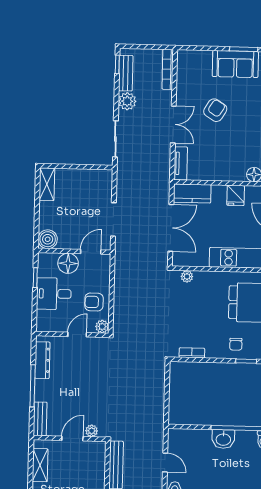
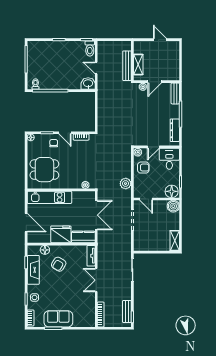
plant: (127, 101) -> (126, 184), moved
armchair: (215, 110) -> (59, 264), moved
fridge: (236, 195) -> (61, 234), width x1.88, depth x1.34
double door: (171, 228) -> (96, 215), swing flipped
door: (91, 252) -> (146, 199), hinge flipped
floor lamp: (68, 263) -> (172, 191), moved
desk: (54, 294) -> (169, 159), moved, turned -90
door: (217, 360) -> (65, 133), added
washbasin: (223, 439) -> (88, 84), moved
shelving: (40, 465) -> (138, 64), moved

